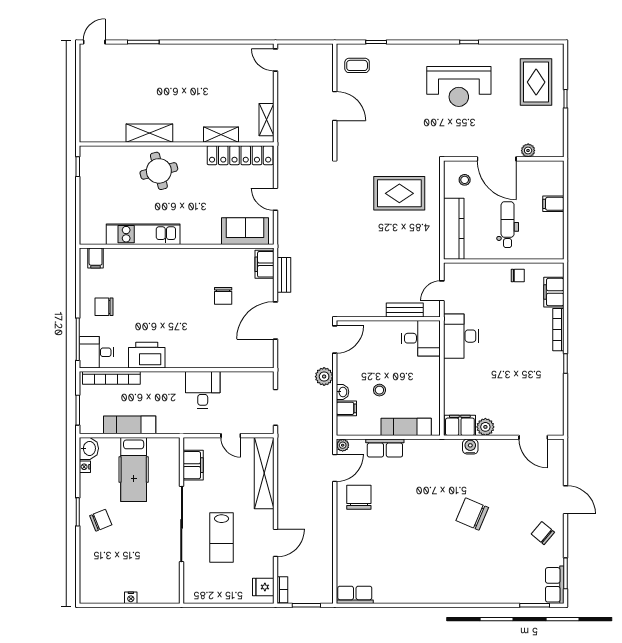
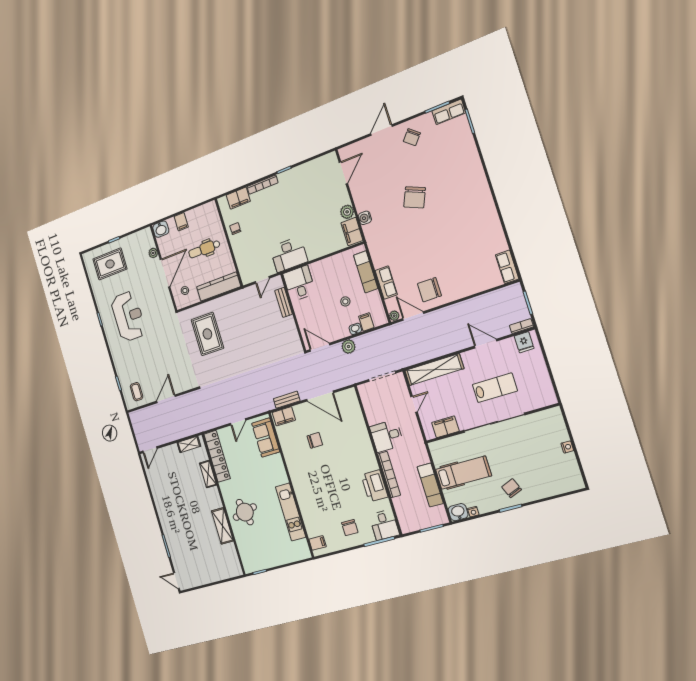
washbasin: (554, 172) -> (161, 229), added
door: (442, 291) -> (262, 280), hinge flipped
bookcase: (111, 378) -> (389, 475), moved

